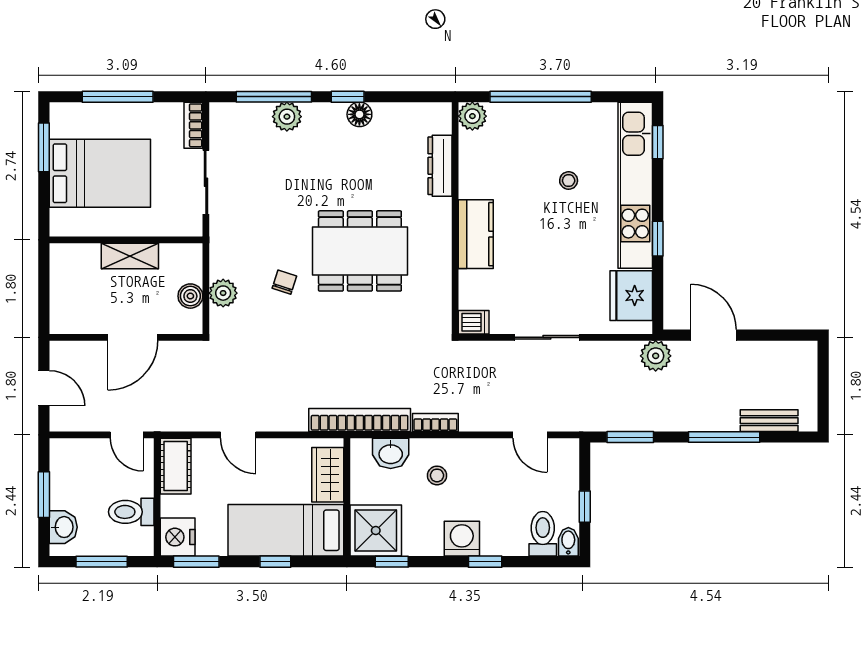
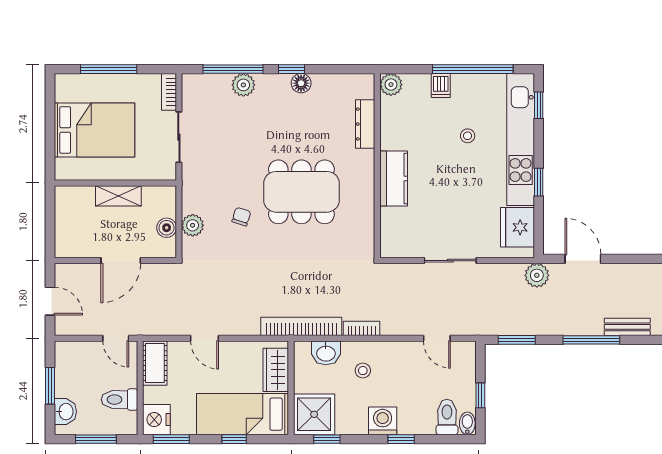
window: (541, 97) -> (473, 69), moved
window: (44, 147) -> (50, 109), removed
dishwasher: (474, 322) -> (441, 86), moved, turned 90

